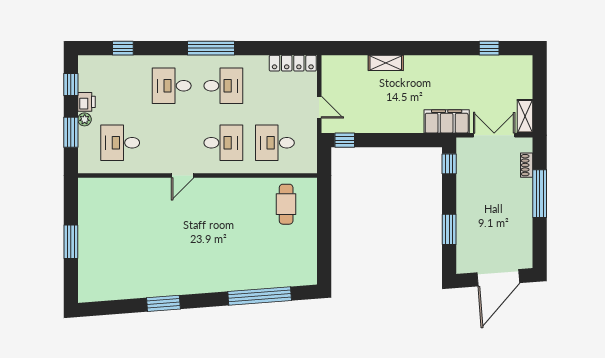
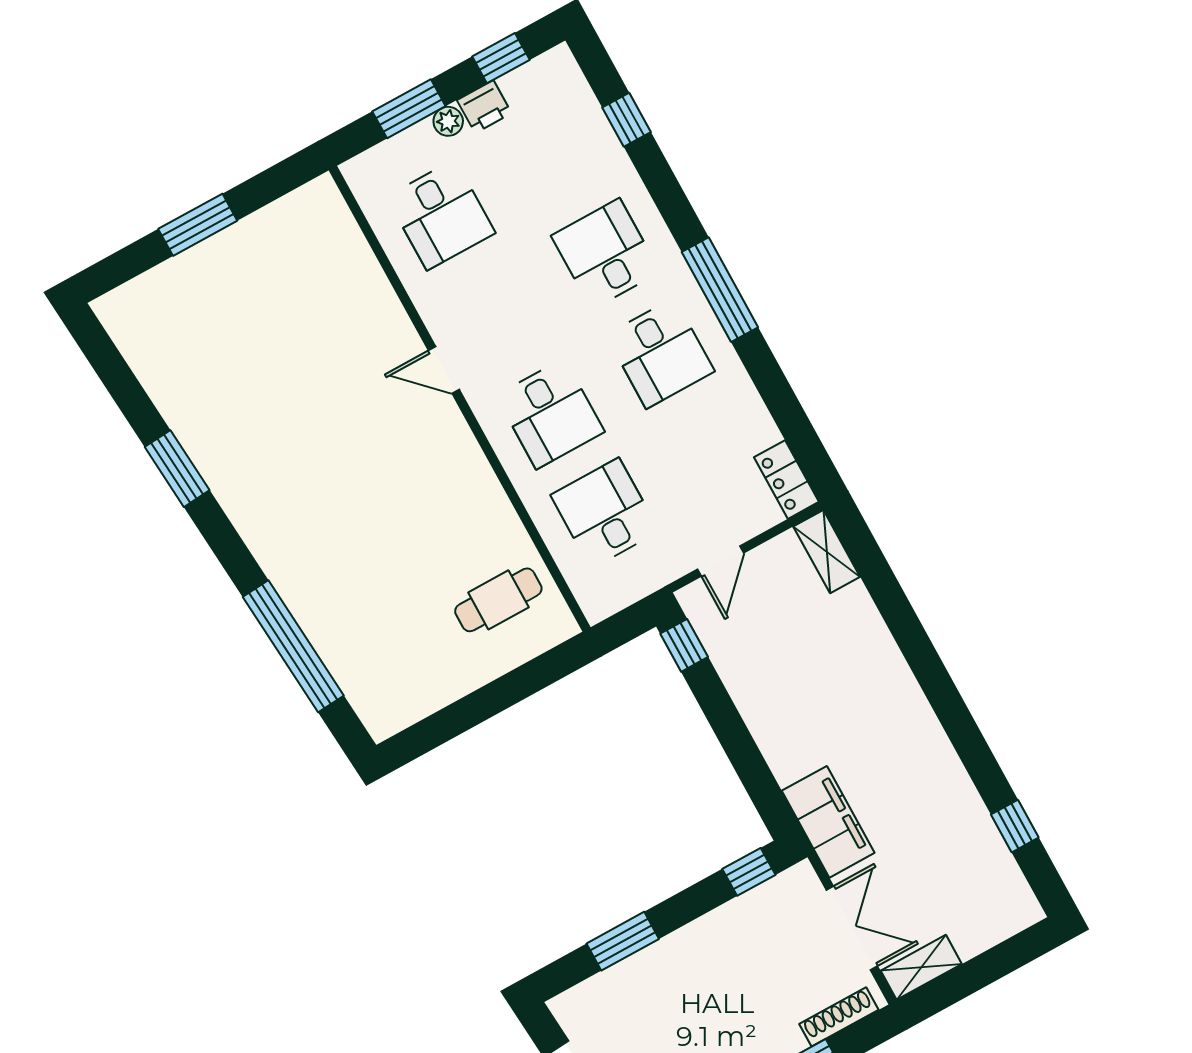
locker: (293, 63) -> (786, 479), width x0.66
shelving: (386, 63) -> (827, 552), moved
desk: (120, 143) -> (441, 215), turned 180
shoe rack: (527, 165) -> (839, 1017), width x1.43

